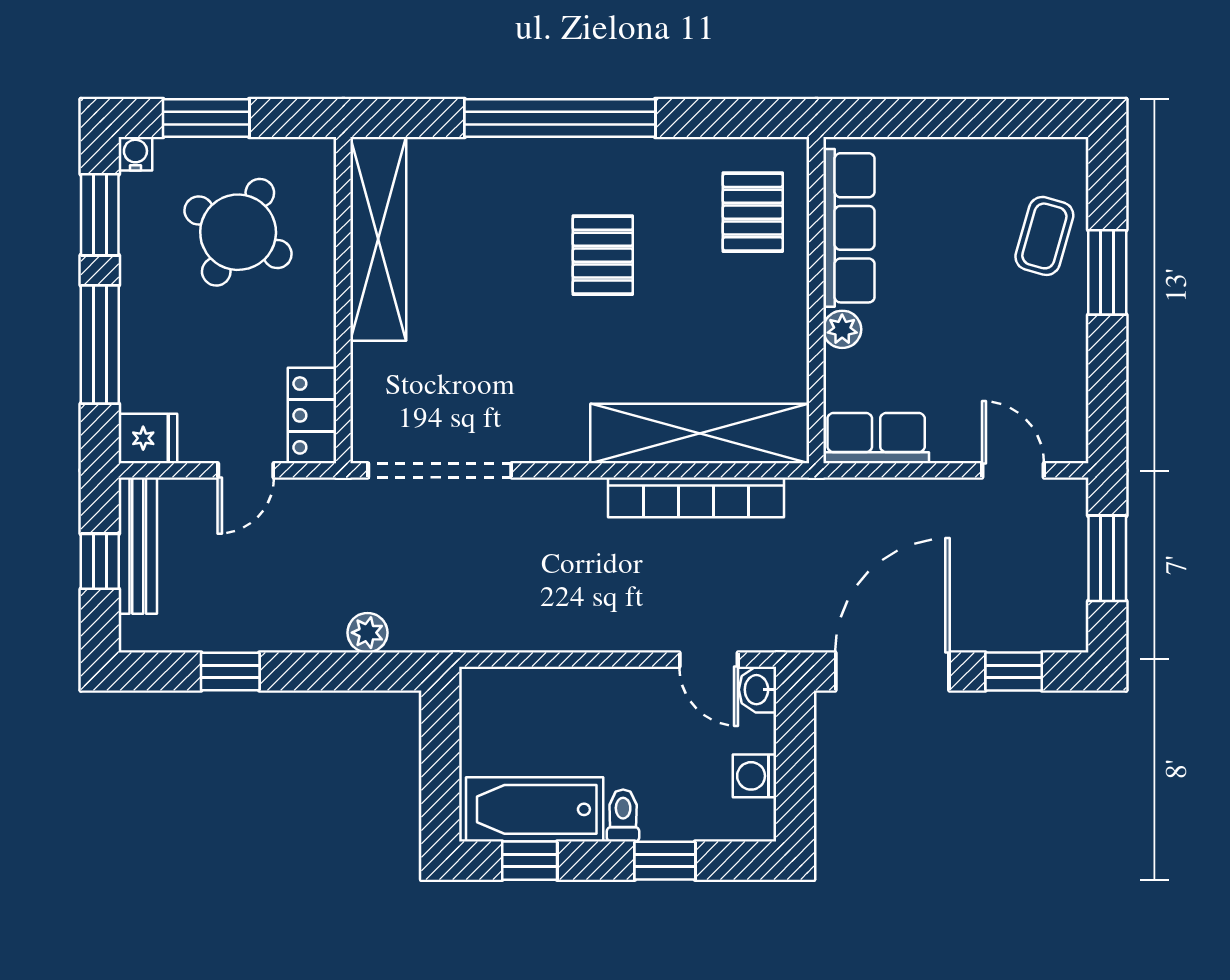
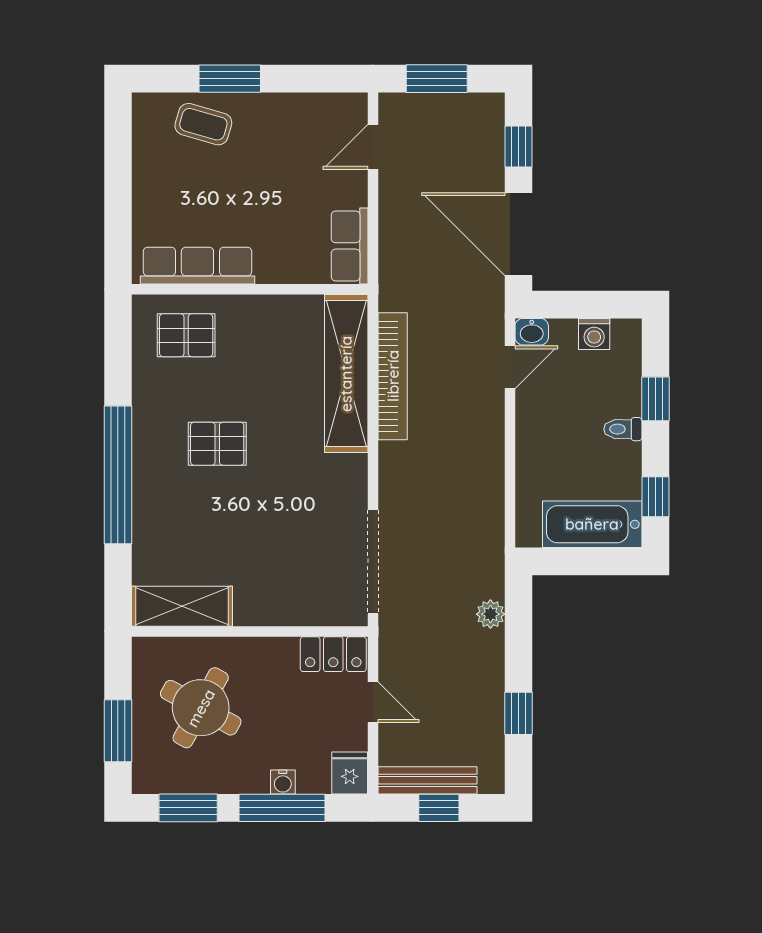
water cooler: (135, 154) -> (283, 782), moved, turned -90
shelving: (378, 239) -> (182, 606), width x0.68
plant: (842, 329) -> (271, 270), removed
bathtub: (535, 809) -> (592, 524), moved, turned 90

